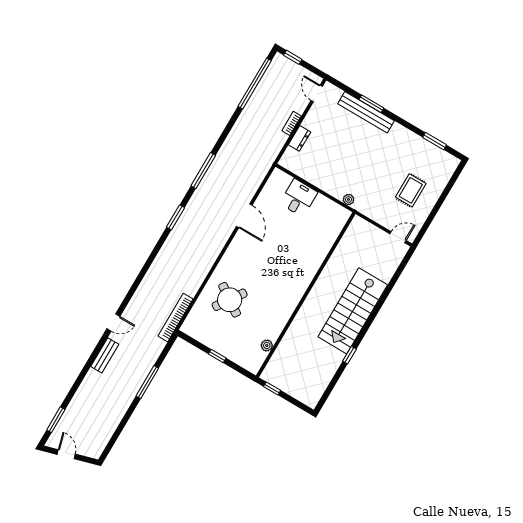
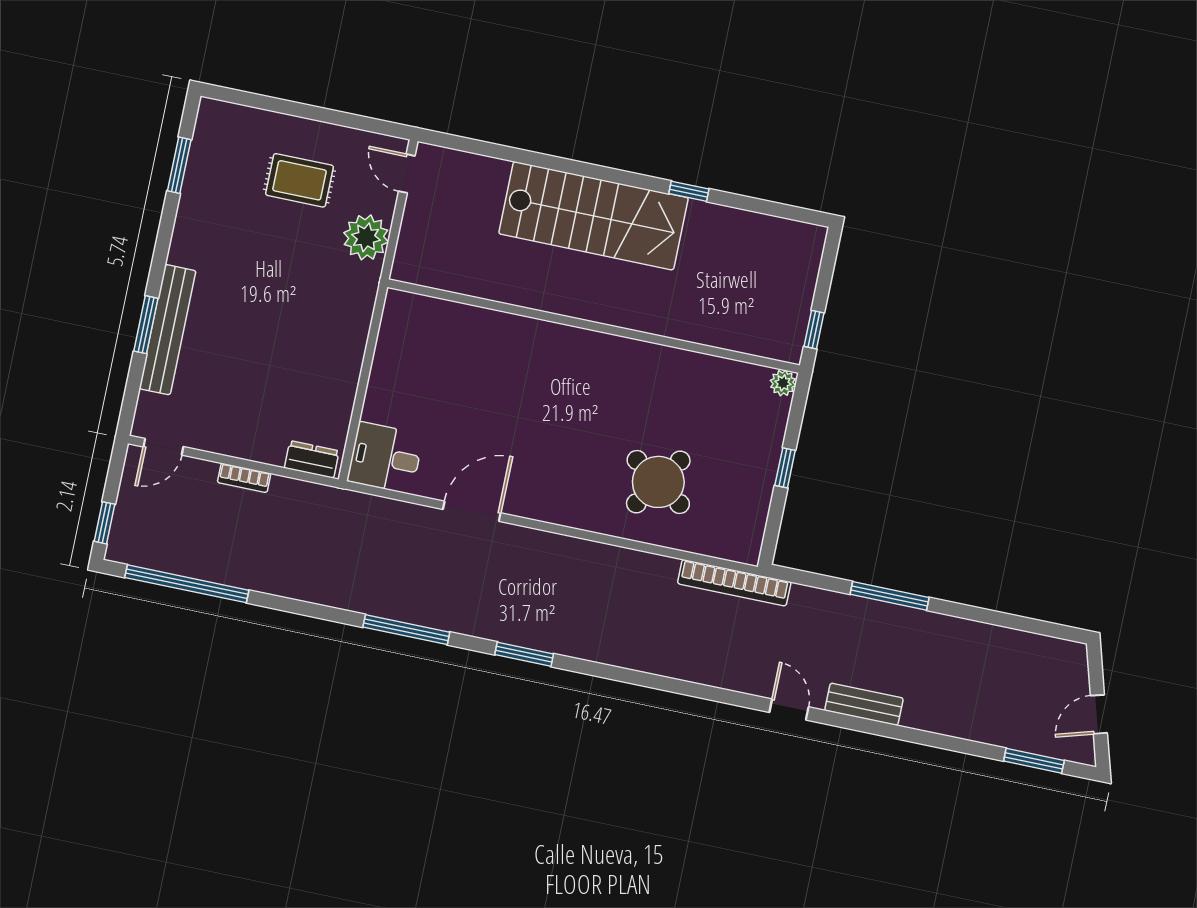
dresser: (299, 138) -> (312, 459), moved
desk: (299, 198) -> (385, 458), moved
plant: (348, 199) -> (366, 237), moved, width x1.88, depth x1.88
plant: (267, 346) -> (783, 383), moved

